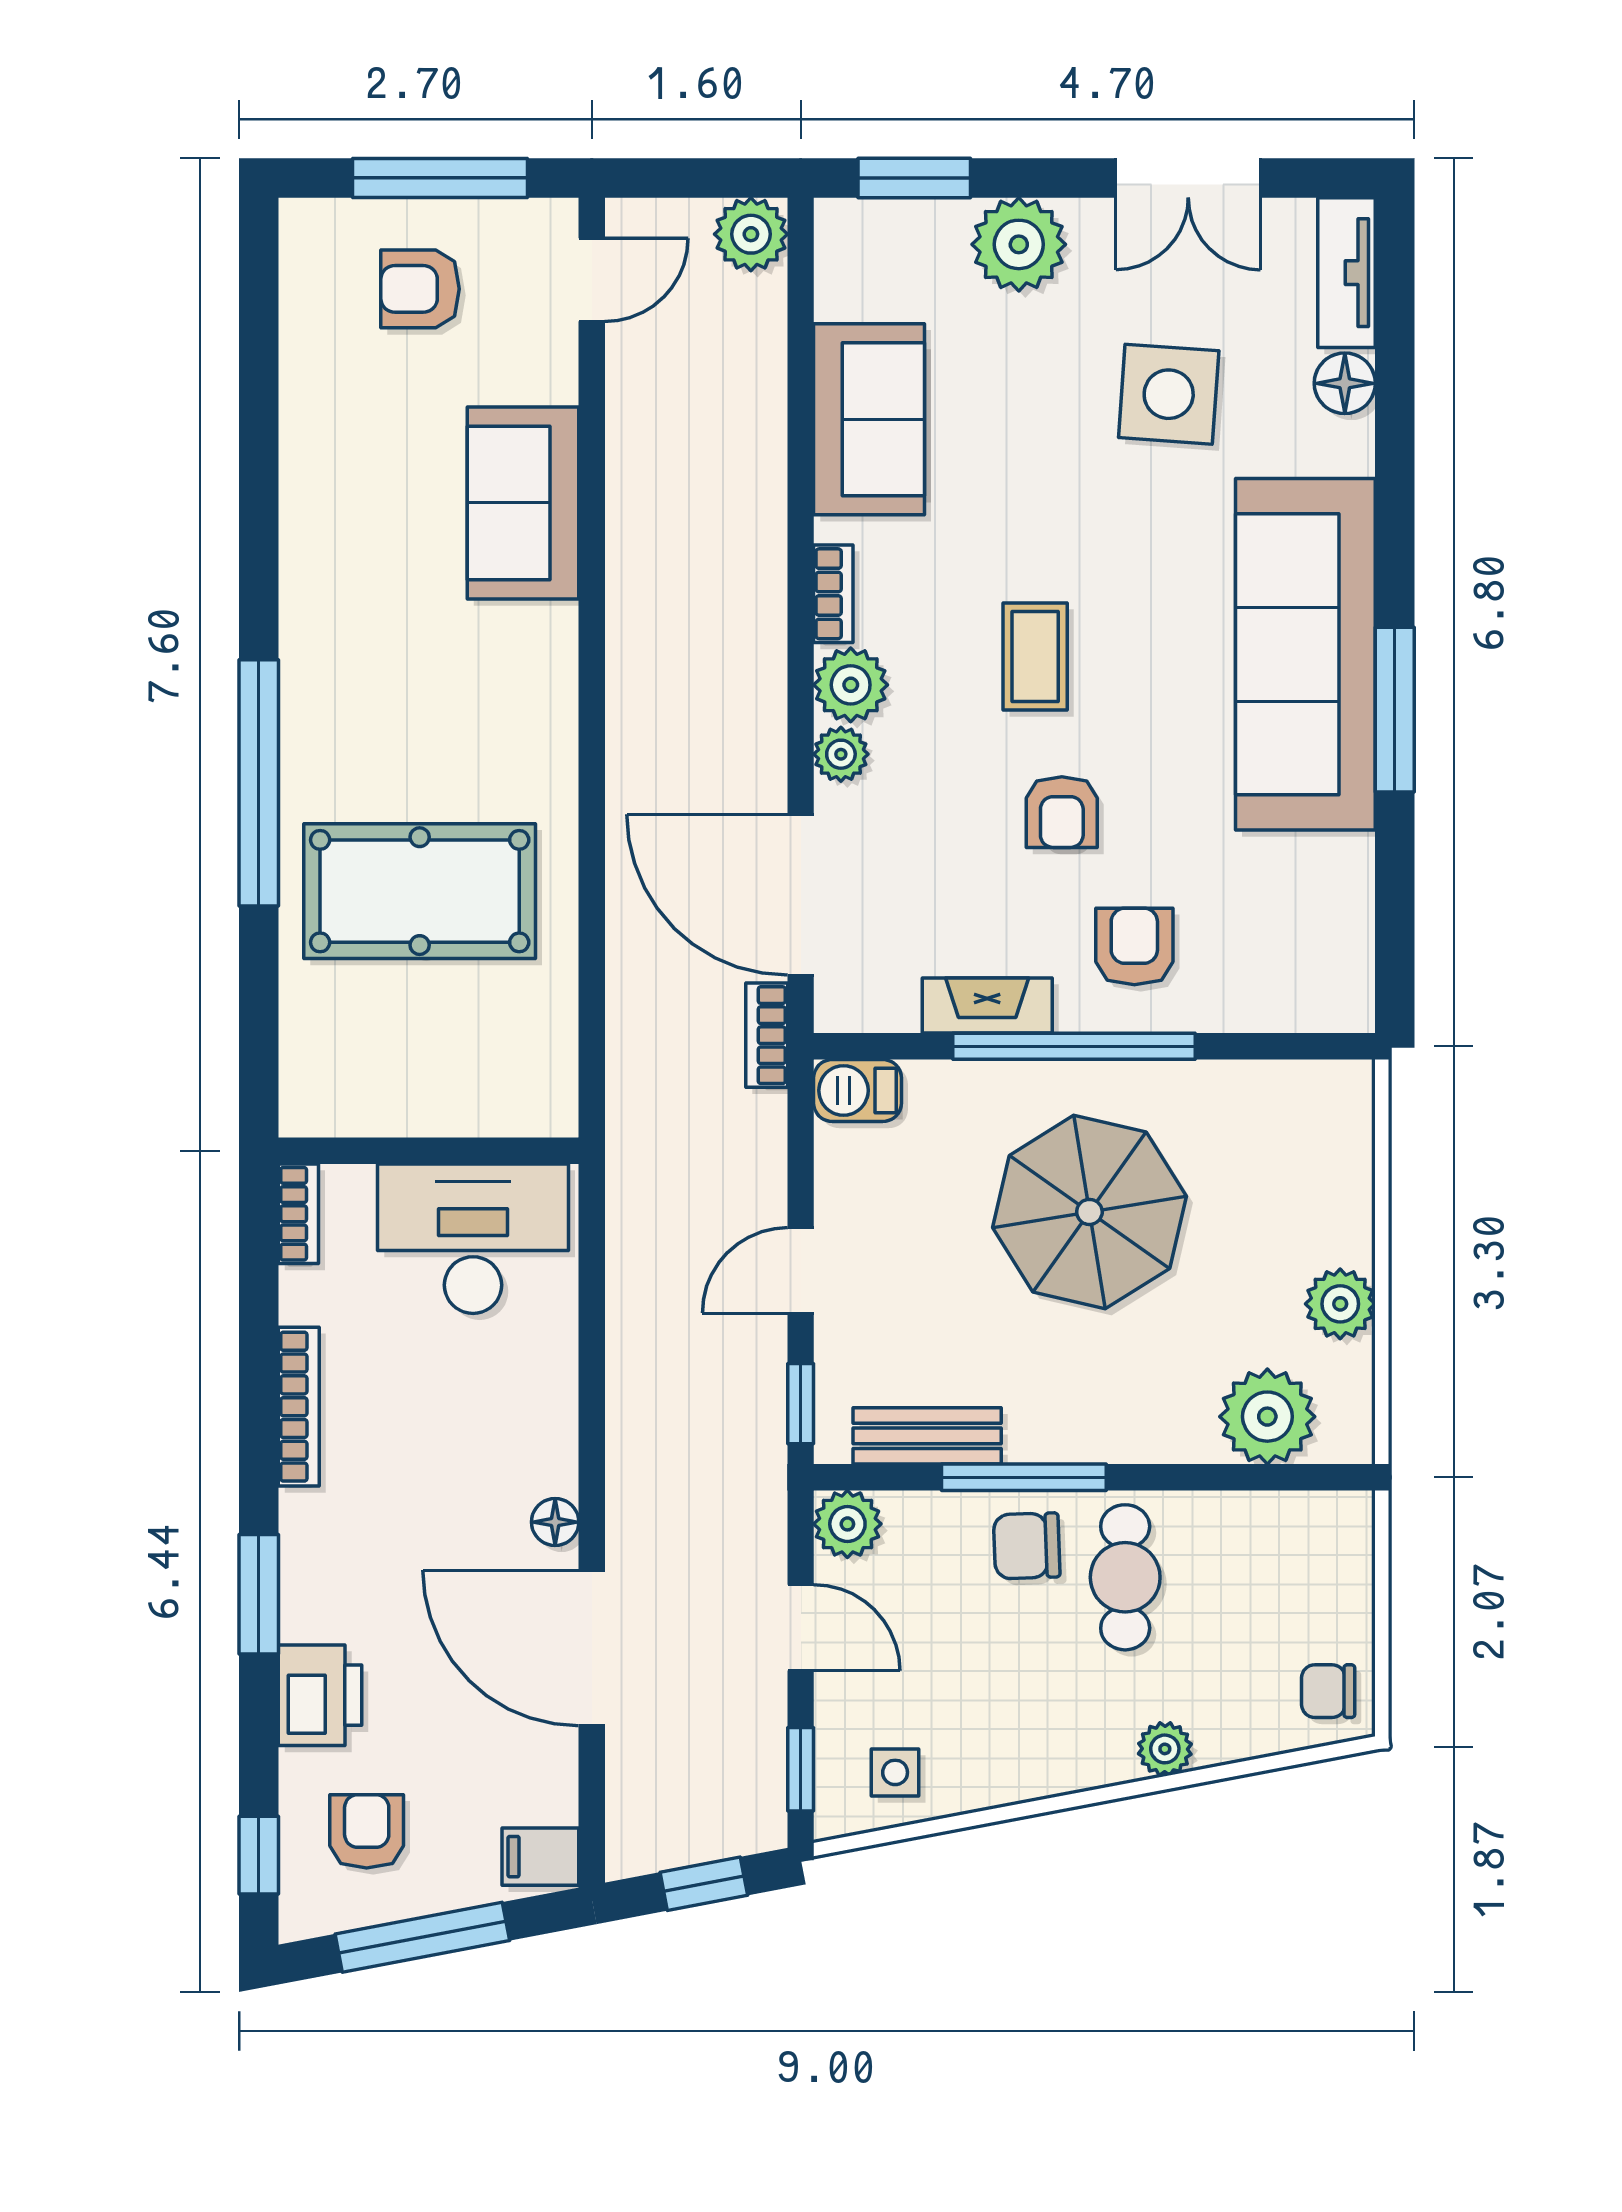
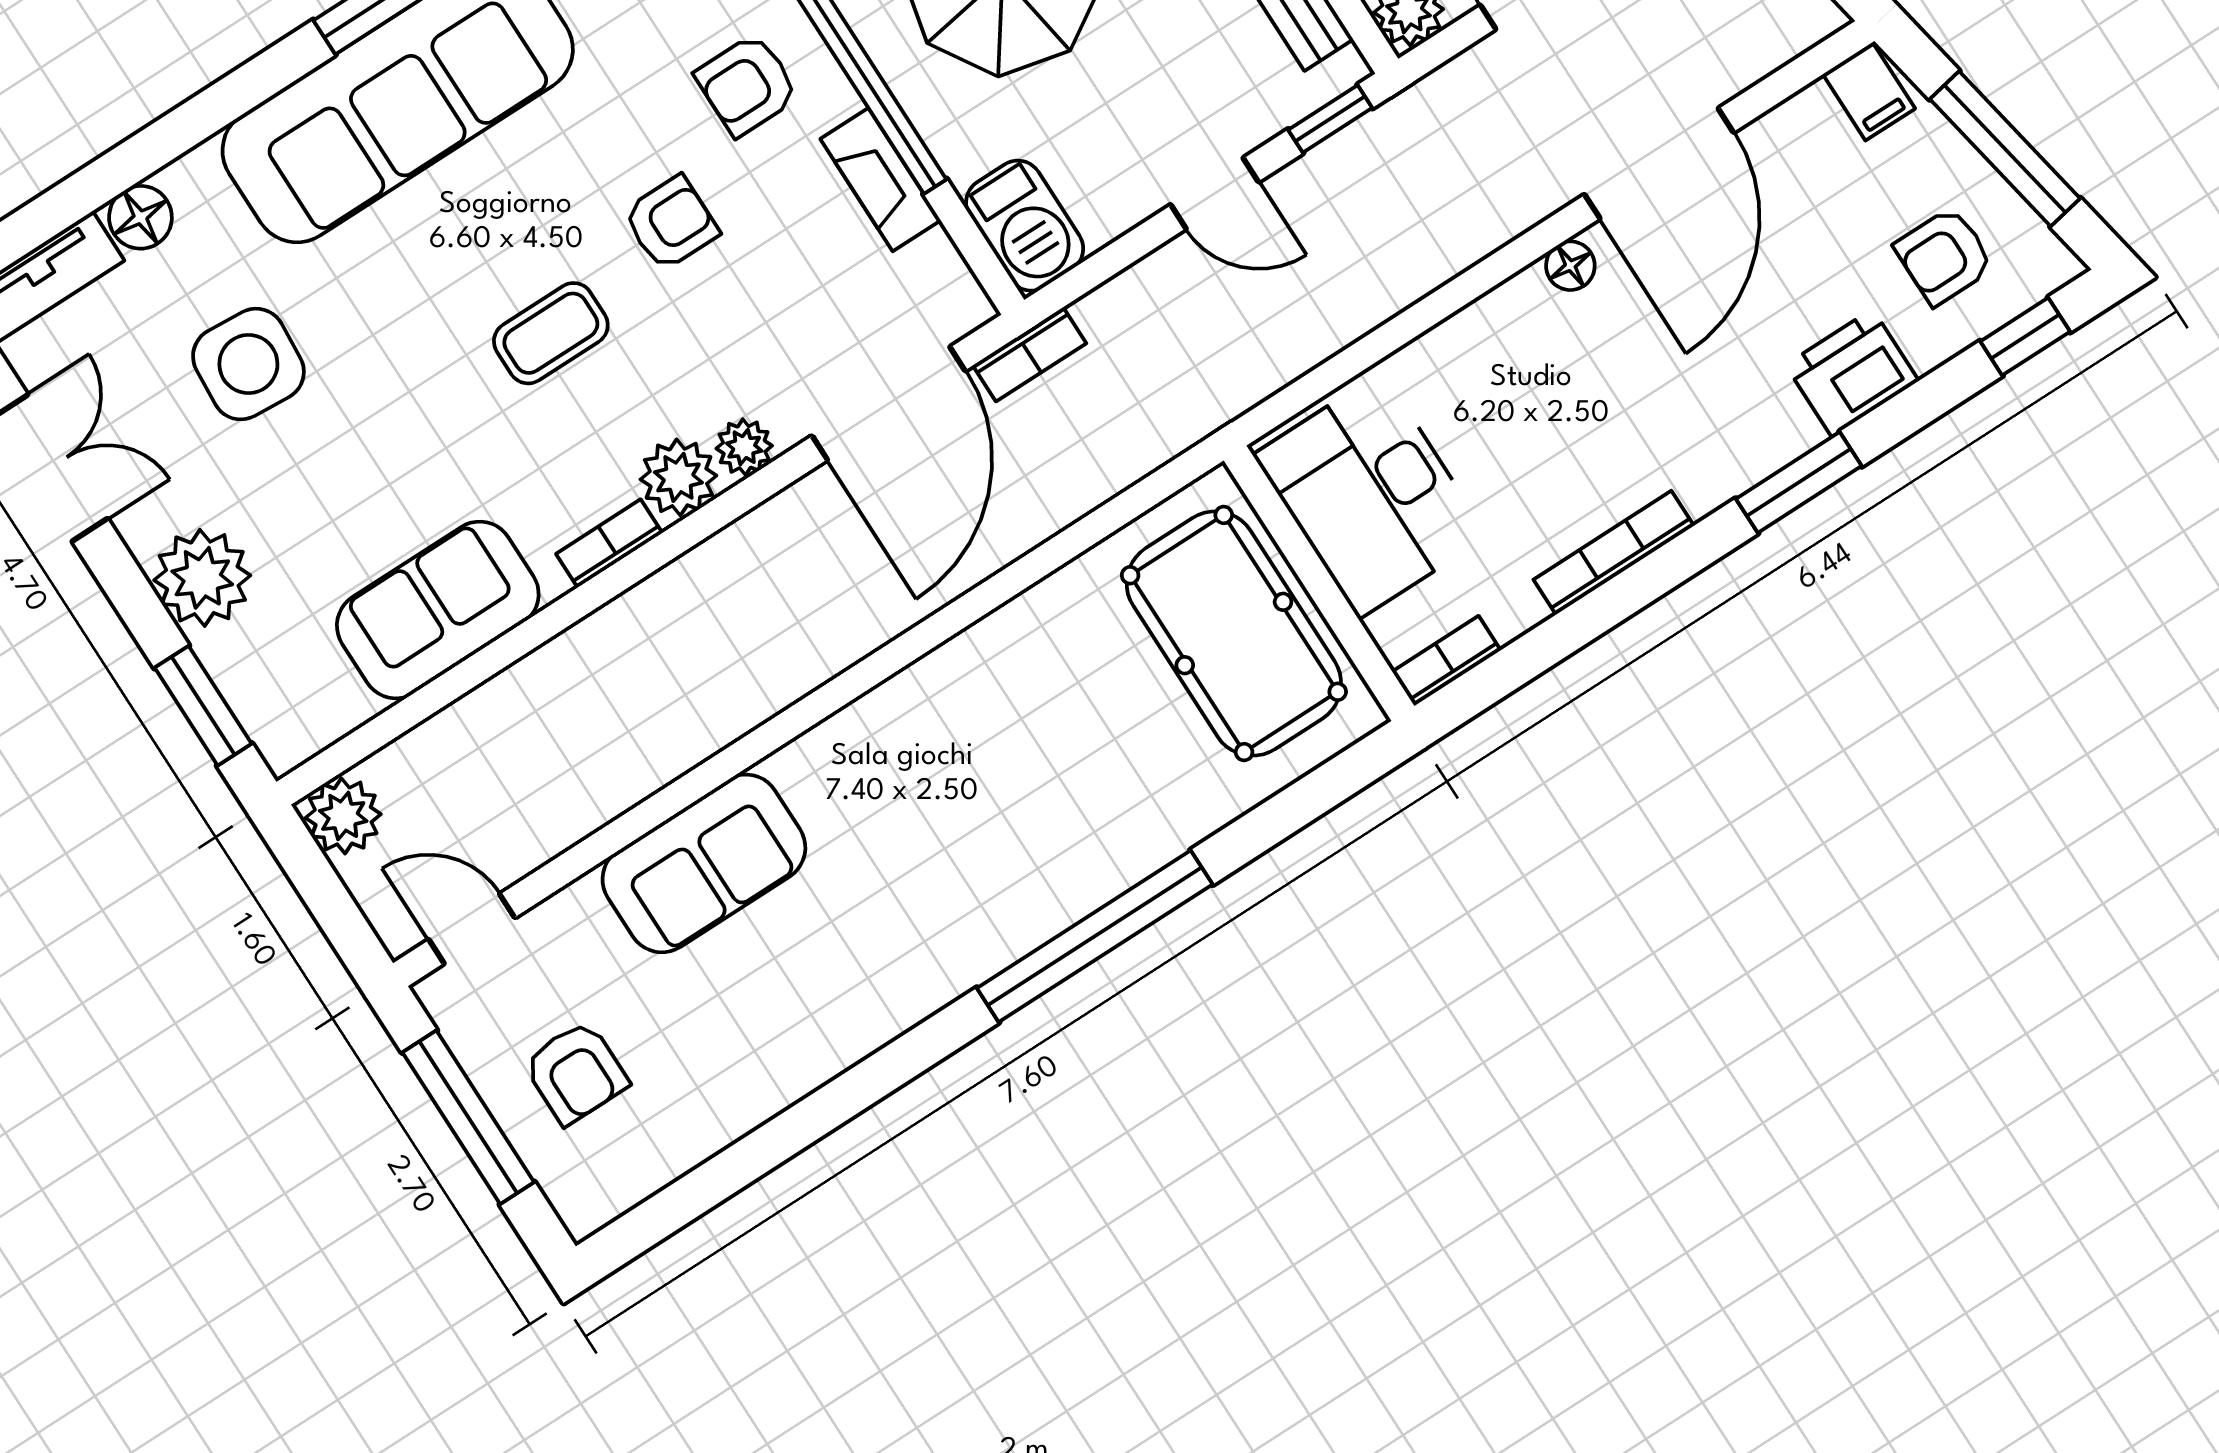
pool table: (420, 891) -> (1234, 634), moved
barbecue: (858, 1090) -> (1025, 226), width x1.38, depth x1.27

